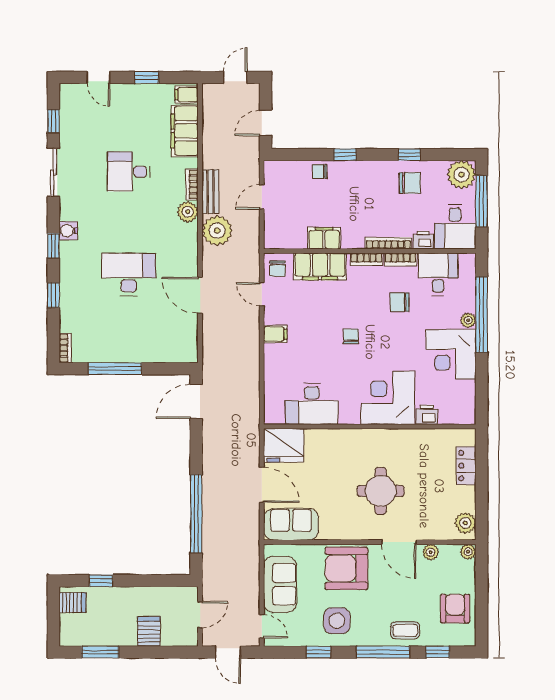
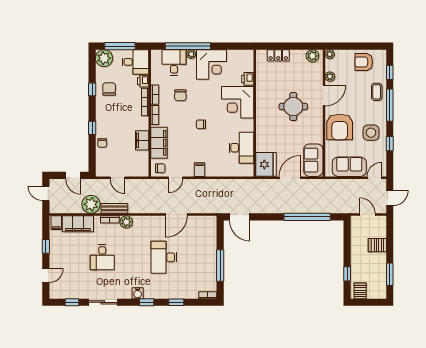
plant: (217, 231) -> (91, 204), moved
desk: (438, 274) -> (174, 62), moved, turned 90

